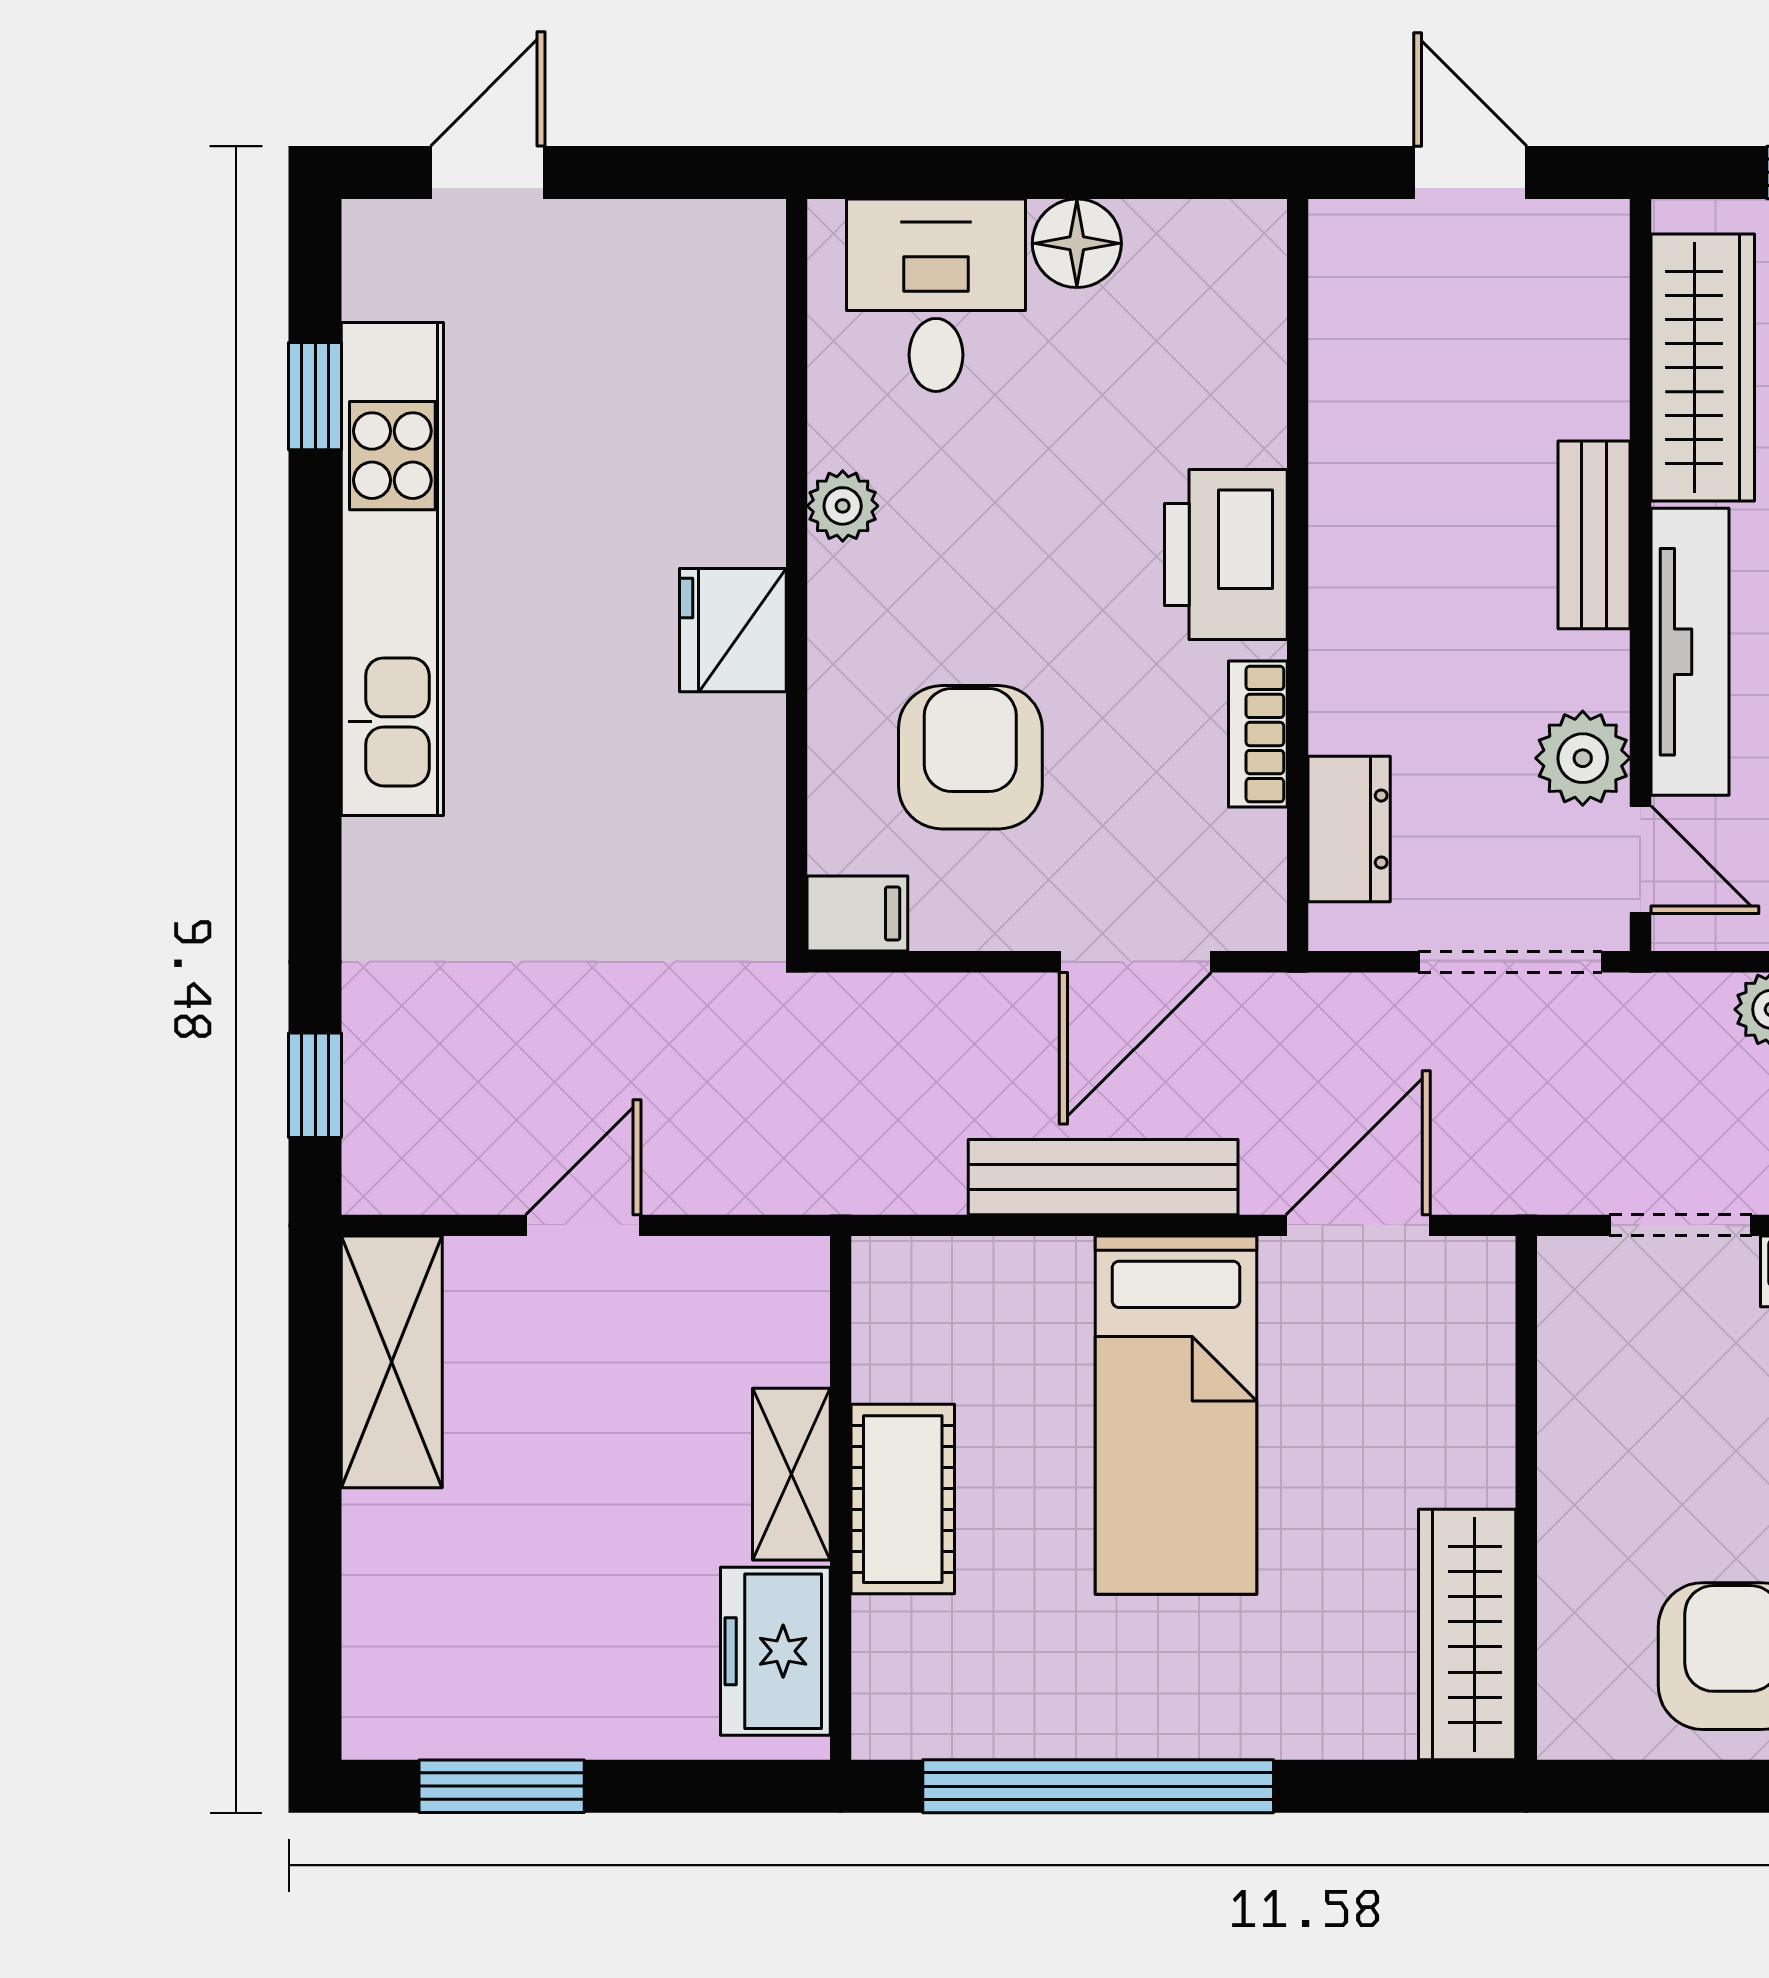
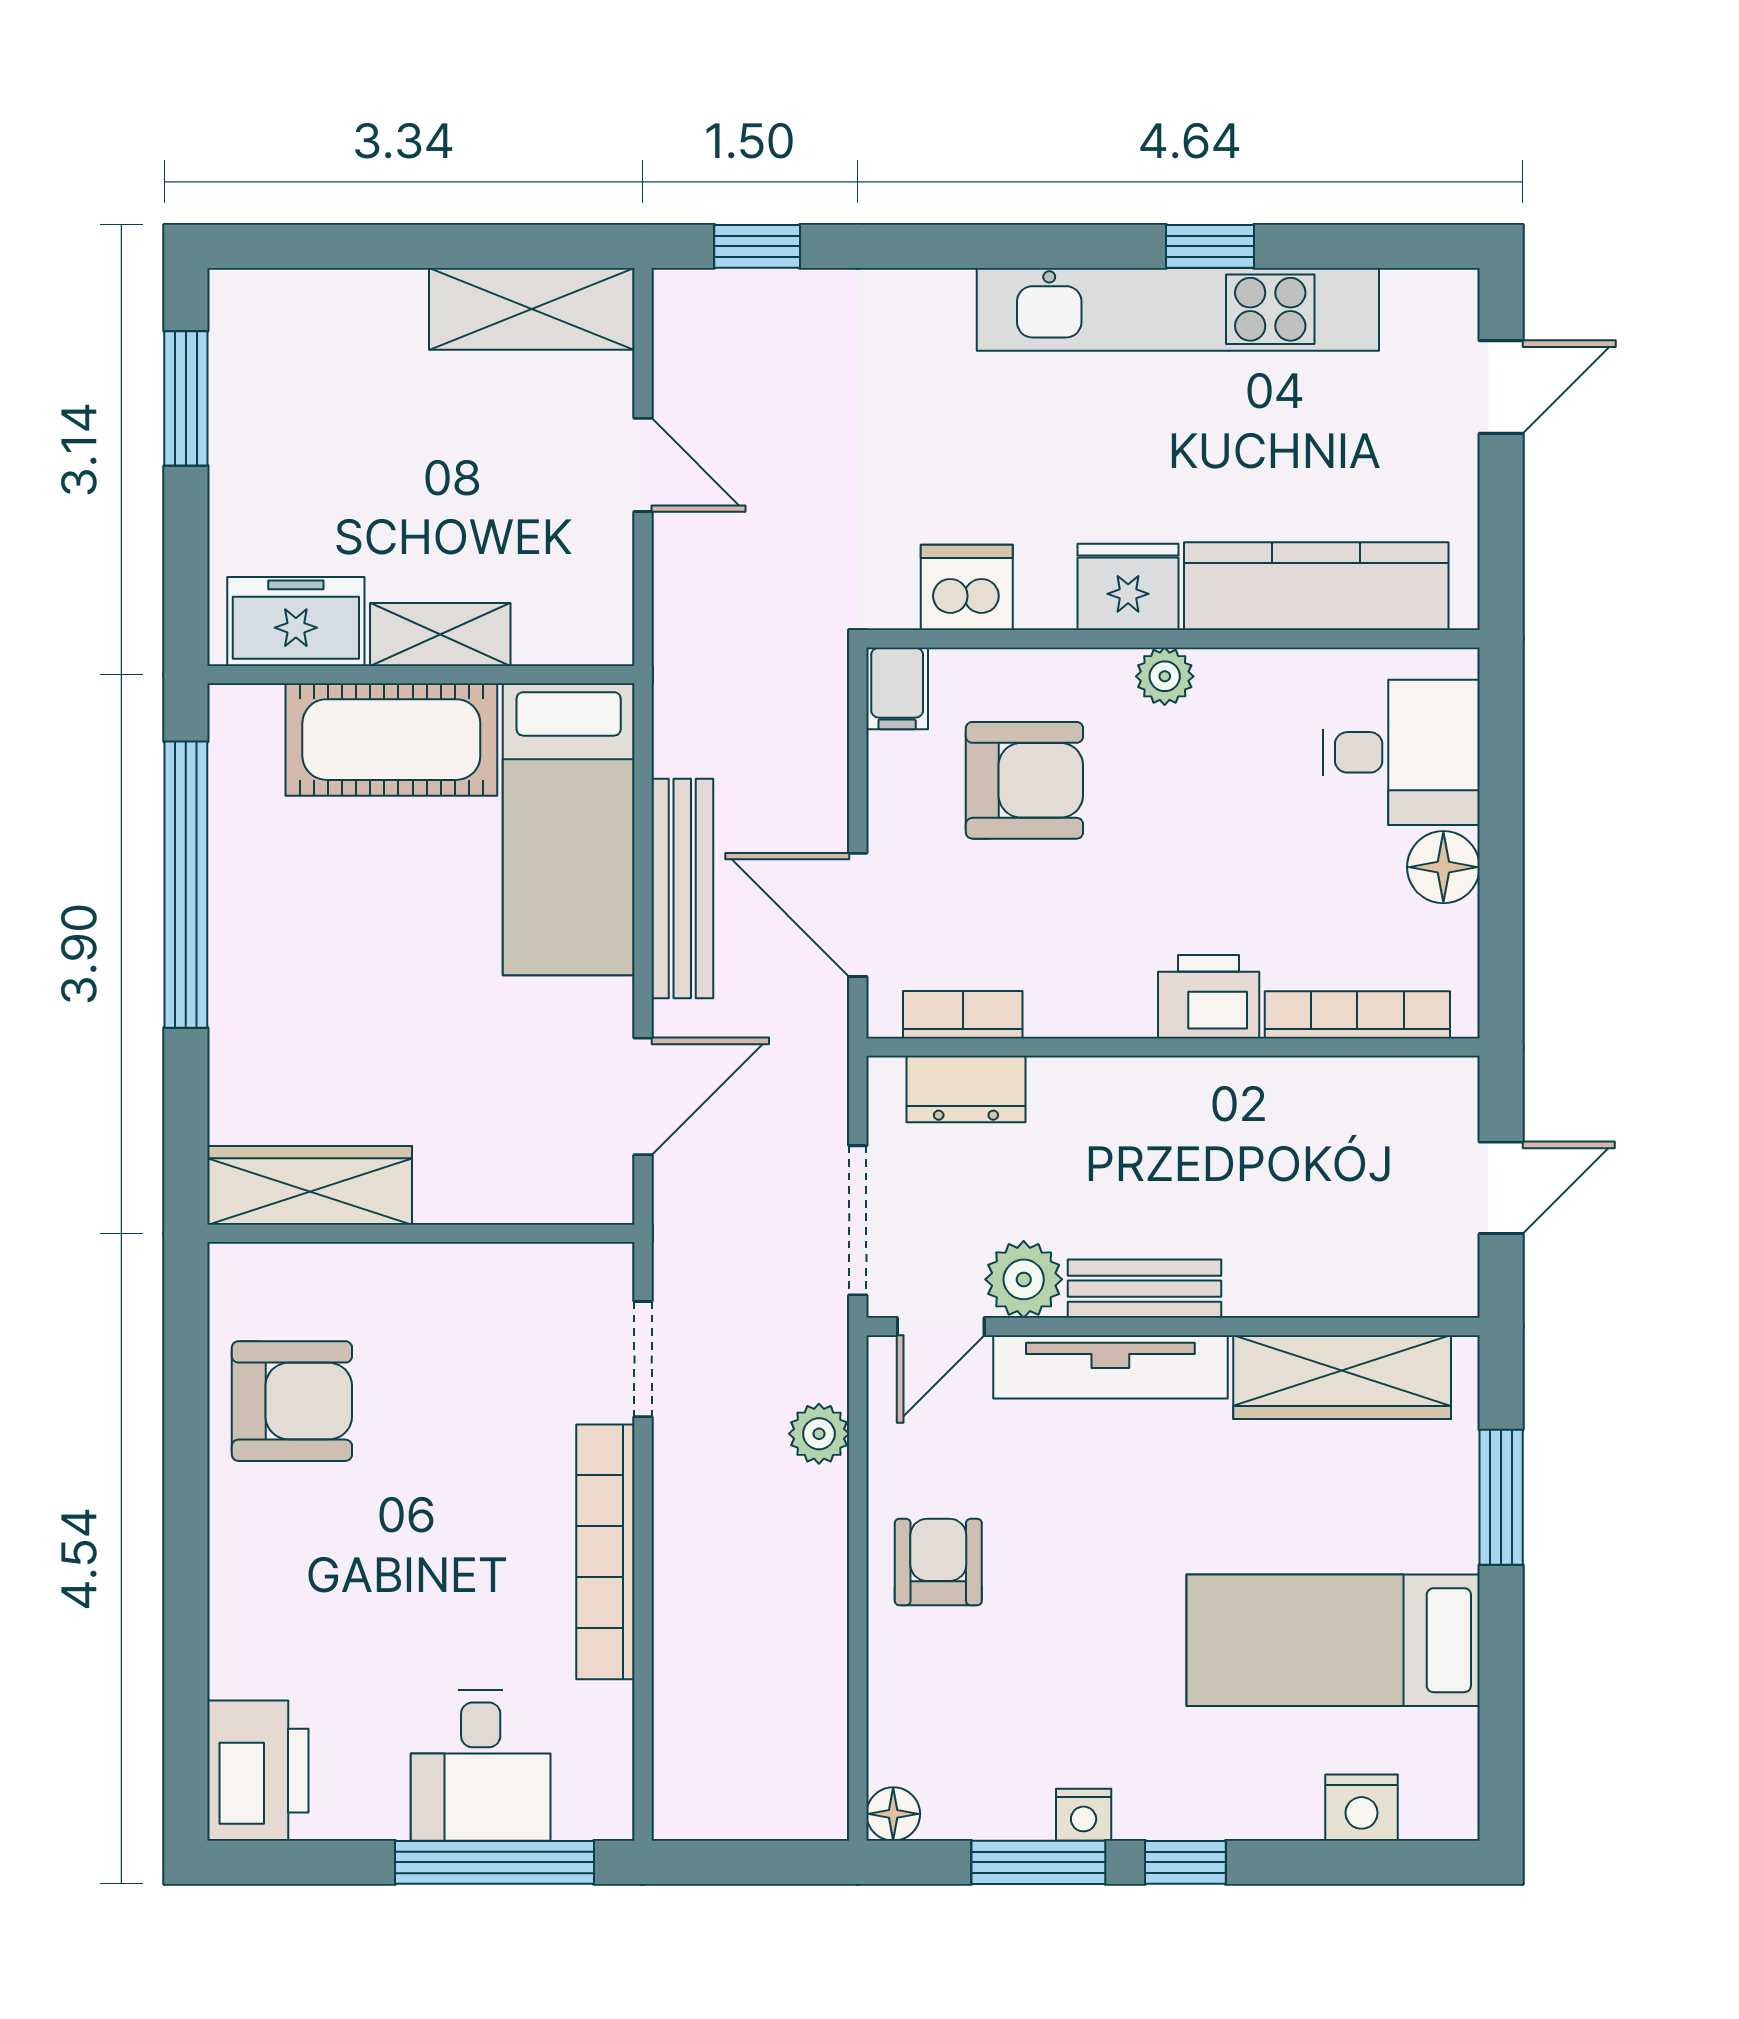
door: (488, 172) -> (1501, 387), hinge flipped
bookcase: (1258, 349) -> (1357, 1015), added
window: (315, 396) -> (1210, 246), moved
kitchen counter: (732, 399) -> (1316, 586), added
plant: (843, 506) -> (1165, 676), moved
bench: (1594, 535) -> (1144, 1289), moved
printer: (1226, 554) -> (1209, 997), width x0.73, depth x0.84
bookcase: (1258, 734) -> (963, 1015), moved
dishwasher: (734, 828) -> (967, 587), added
door: (1358, 1225) -> (643, 1096), hinge flipped
bed: (1176, 1415) -> (569, 829), moved, turned -90
cot: (903, 1499) -> (391, 740), width x1.37, depth x1.34

